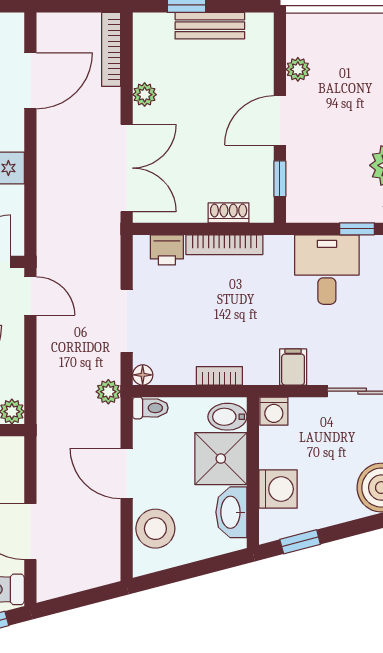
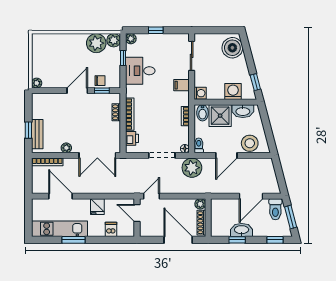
bench: (210, 26) -> (37, 134), moved
plant: (298, 69) -> (37, 83), moved
door: (280, 120) -> (77, 91), swing flipped
double door: (127, 168) -> (97, 155), swing flipped
chair: (303, 174) -> (100, 81), added
plant: (108, 392) -> (192, 168), width x1.87, depth x1.87

